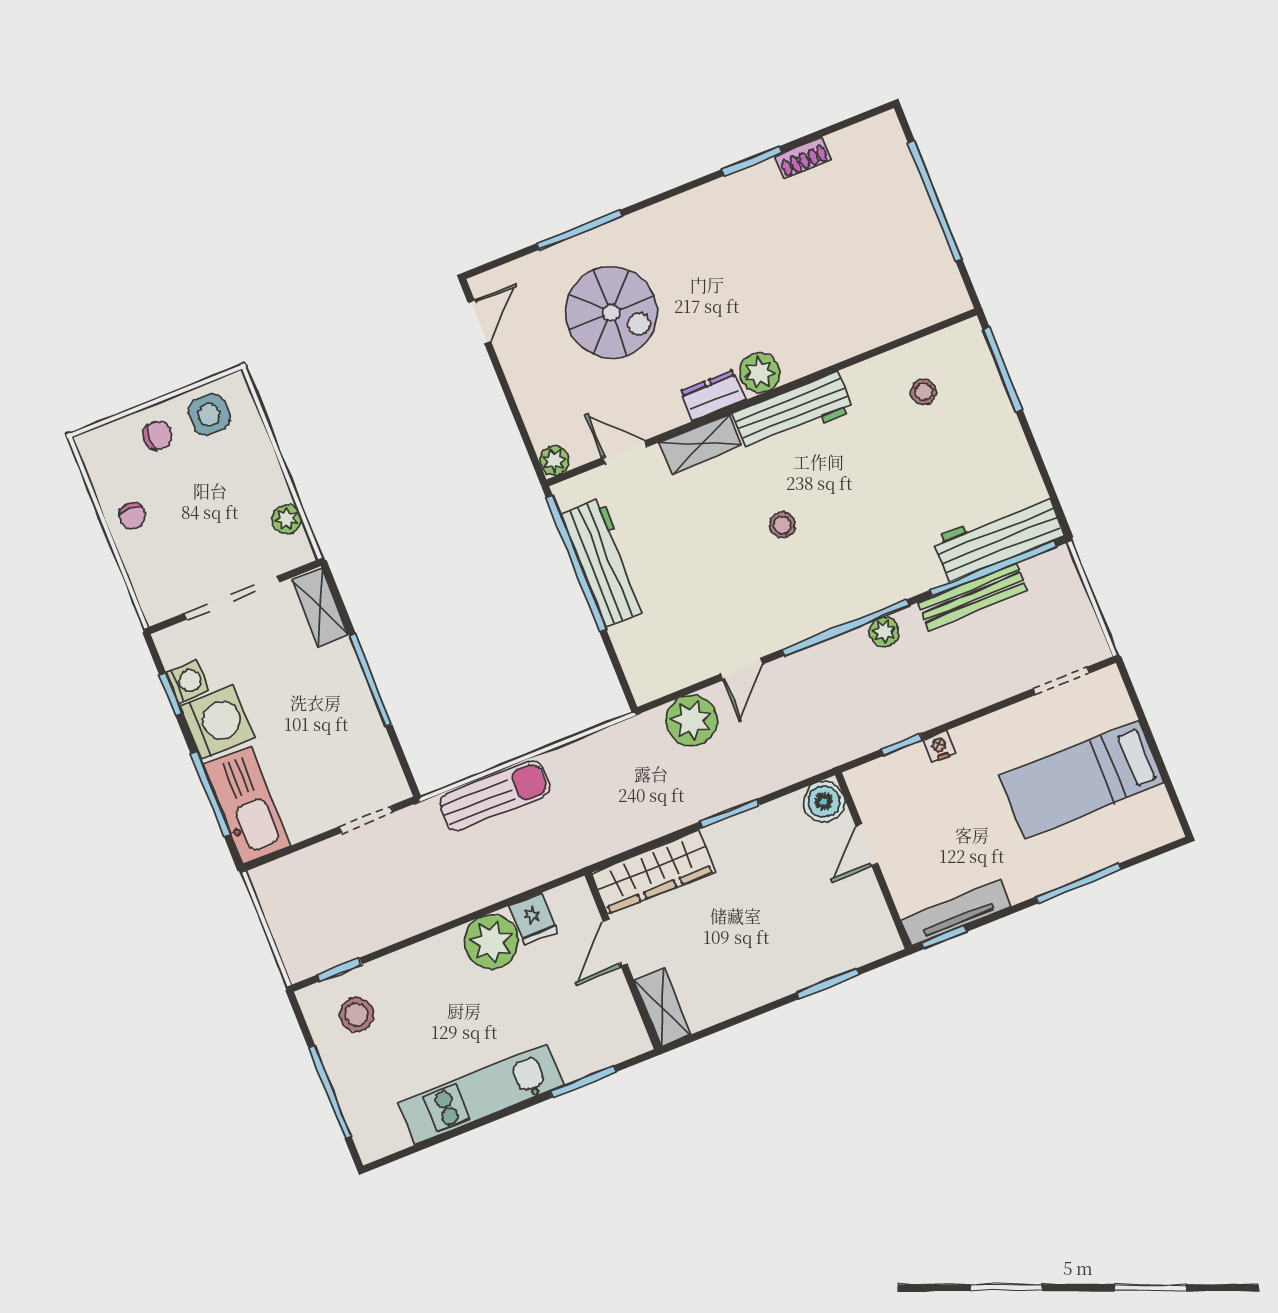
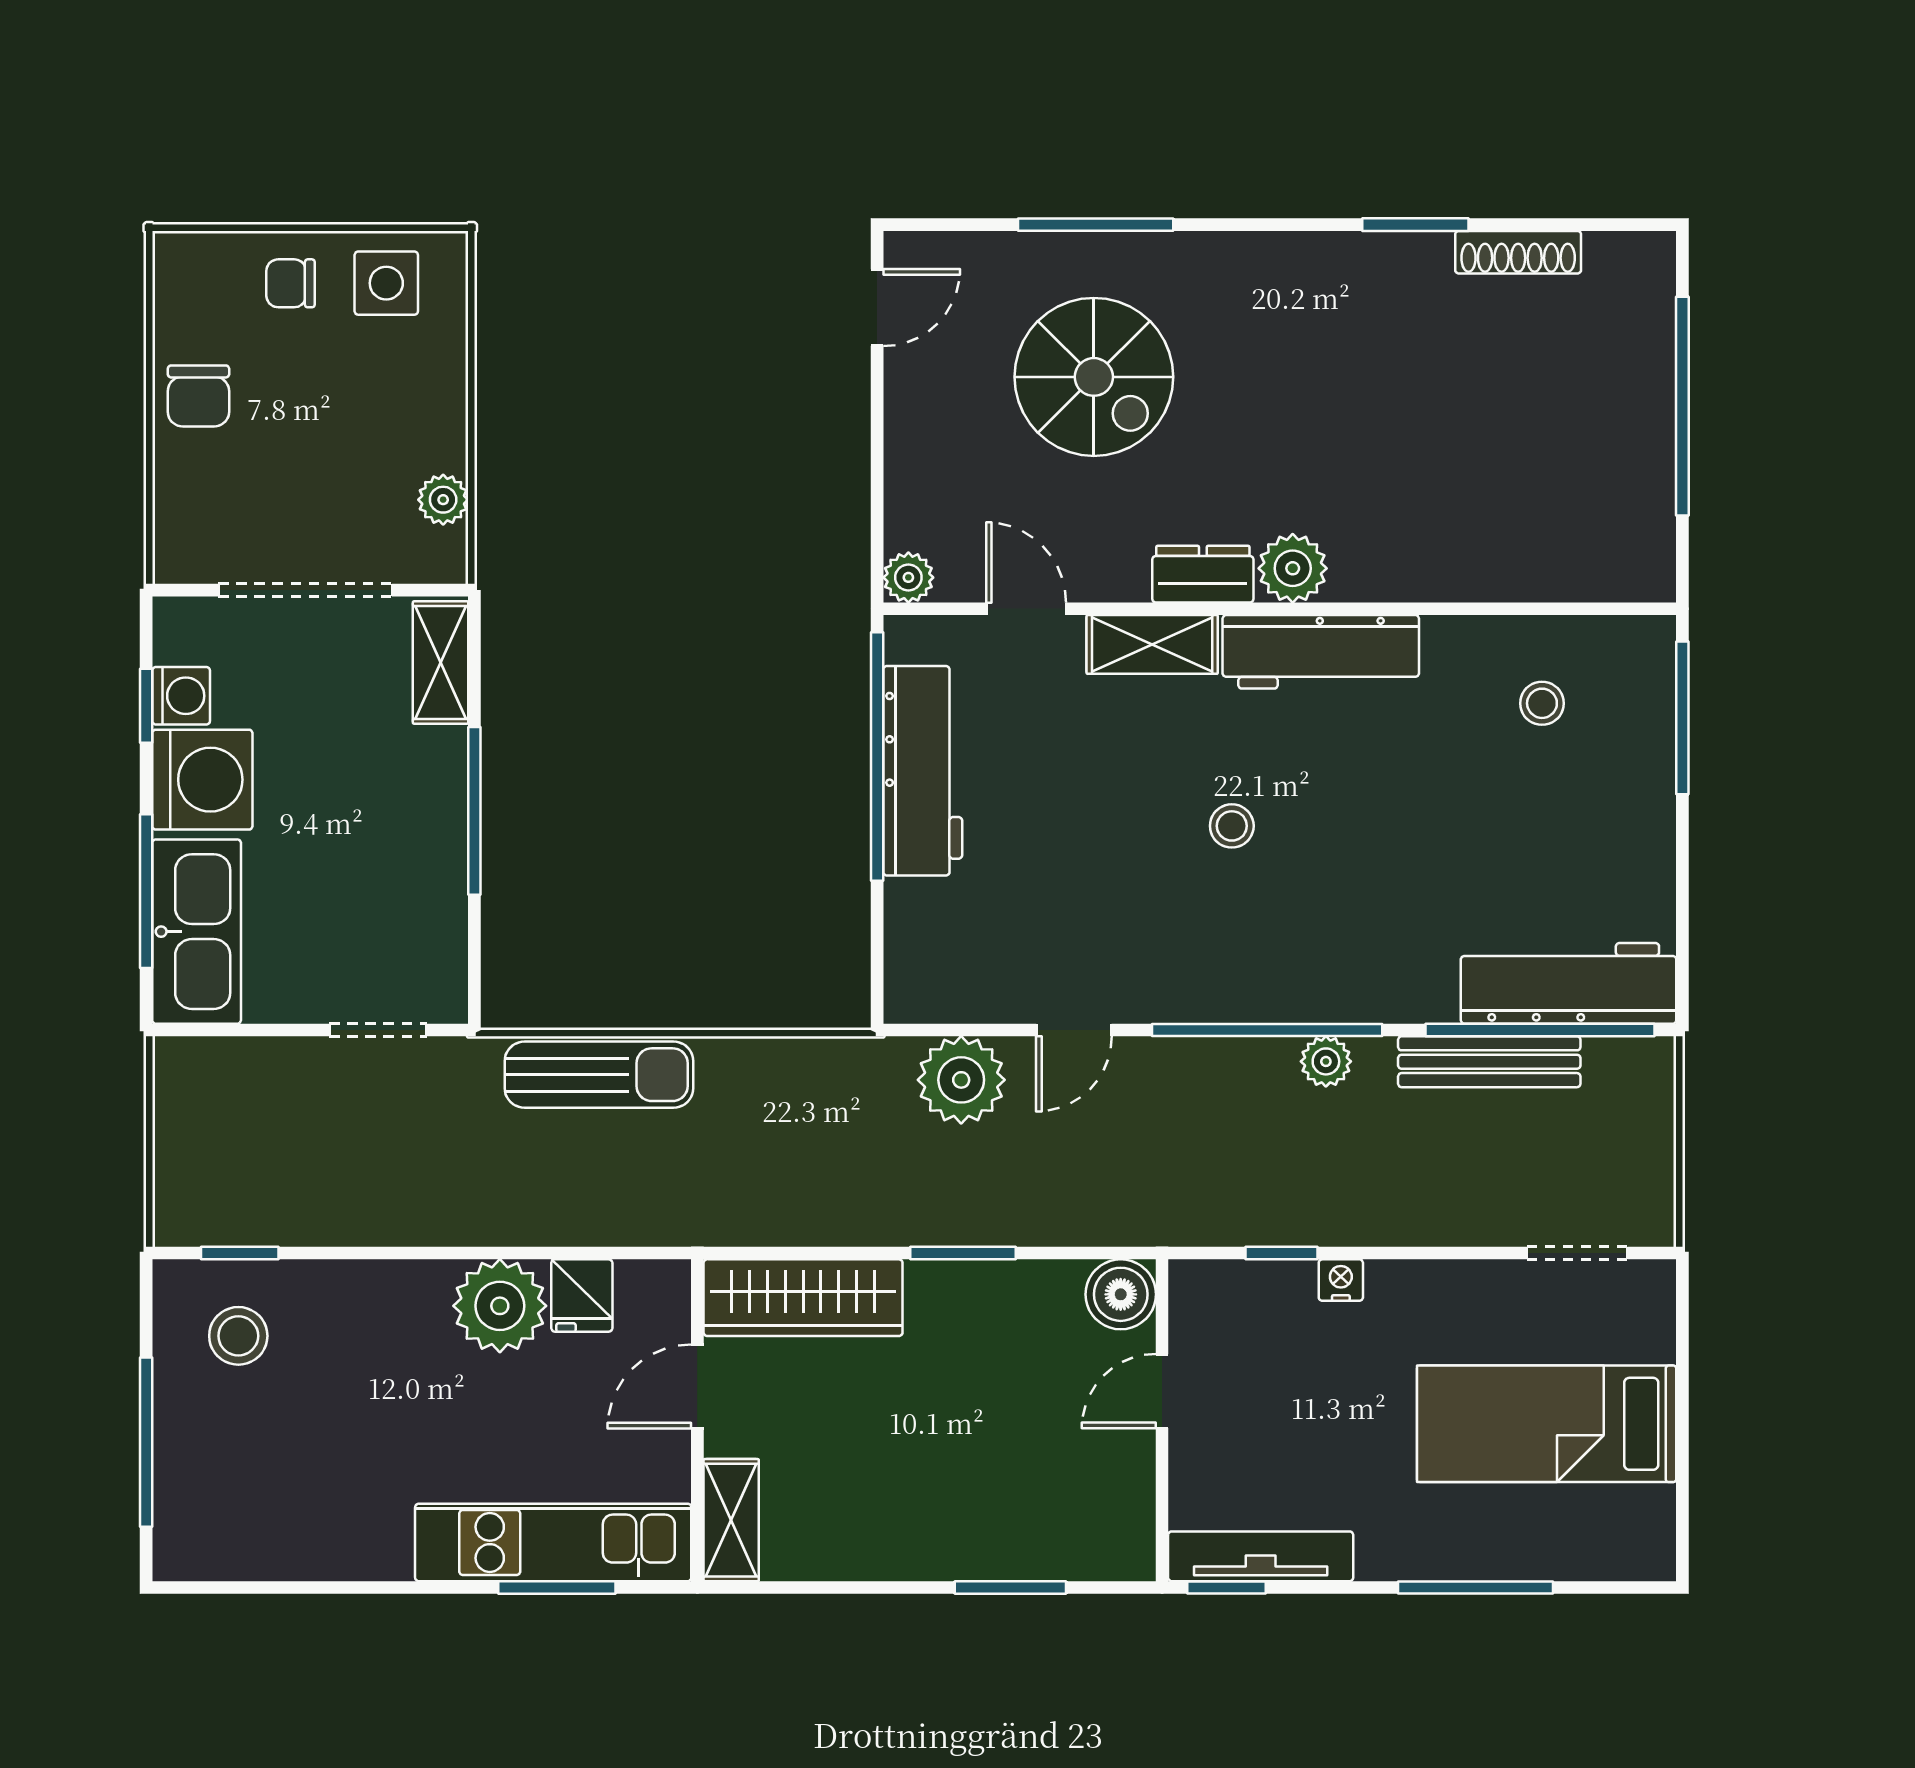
shoe rack: (803, 158) -> (1518, 252), width x1.43
chair: (158, 435) -> (291, 283), turned 180
chair: (132, 516) -> (198, 396), width x1.37, depth x1.37
kitchen unit: (481, 1094) -> (553, 1542), moved

